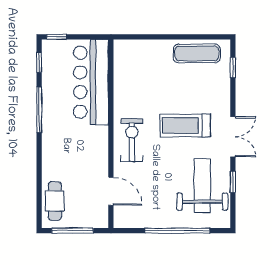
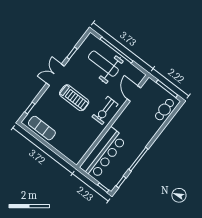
weight bench: (202, 185) -> (103, 64), moved, turned 90

